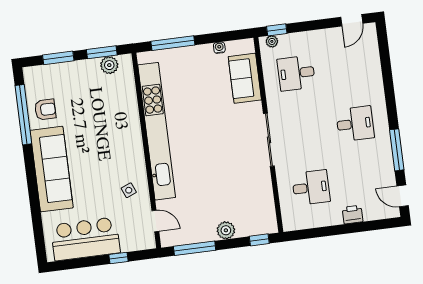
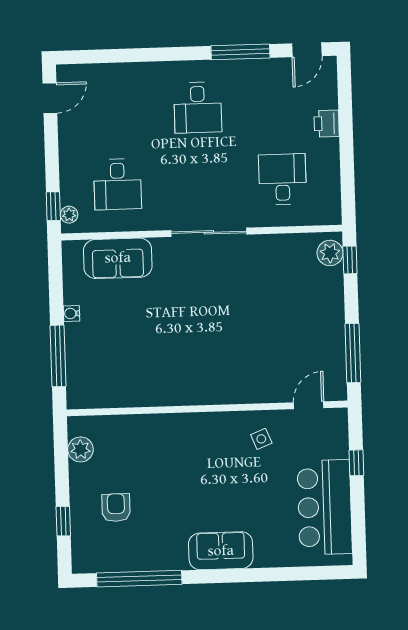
door: (352, 20) -> (50, 98), hinge flipped
water cooler: (219, 48) -> (71, 313), moved
window: (102, 52) -> (61, 459), removed
window: (58, 58) -> (63, 521), width x0.67
armchair: (45, 110) -> (116, 508), moved
desk: (355, 124) -> (198, 108), turned 180
kitchen unit: (157, 131) -> (181, 391), removed
sofa: (52, 169) -> (221, 551), width x0.54, depth x0.79
plant: (226, 230) -> (330, 253), moved

